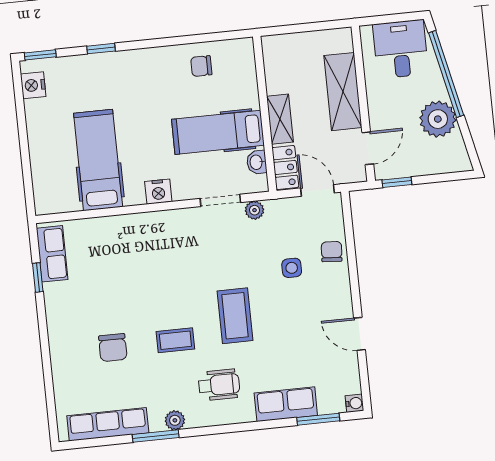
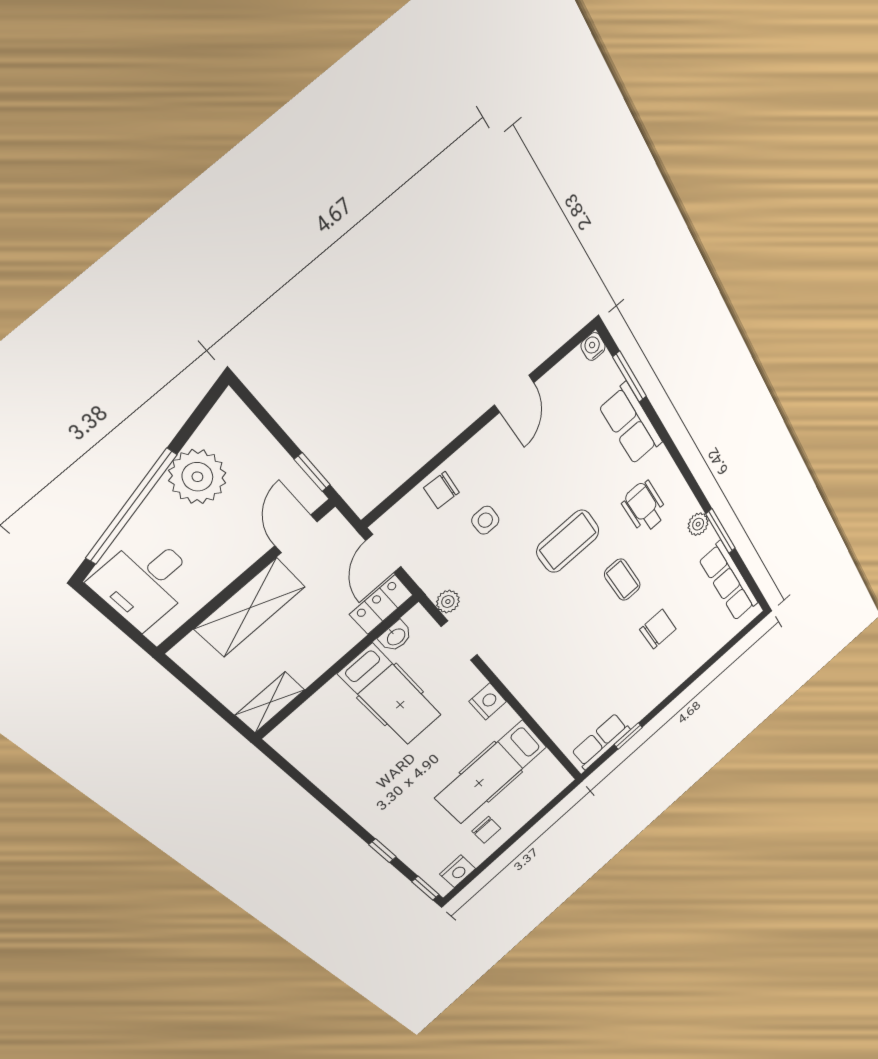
chair: (201, 66) -> (486, 830), moved
shelving: (280, 119) -> (270, 702), moved
door: (368, 148) -> (296, 534), hinge flipped

